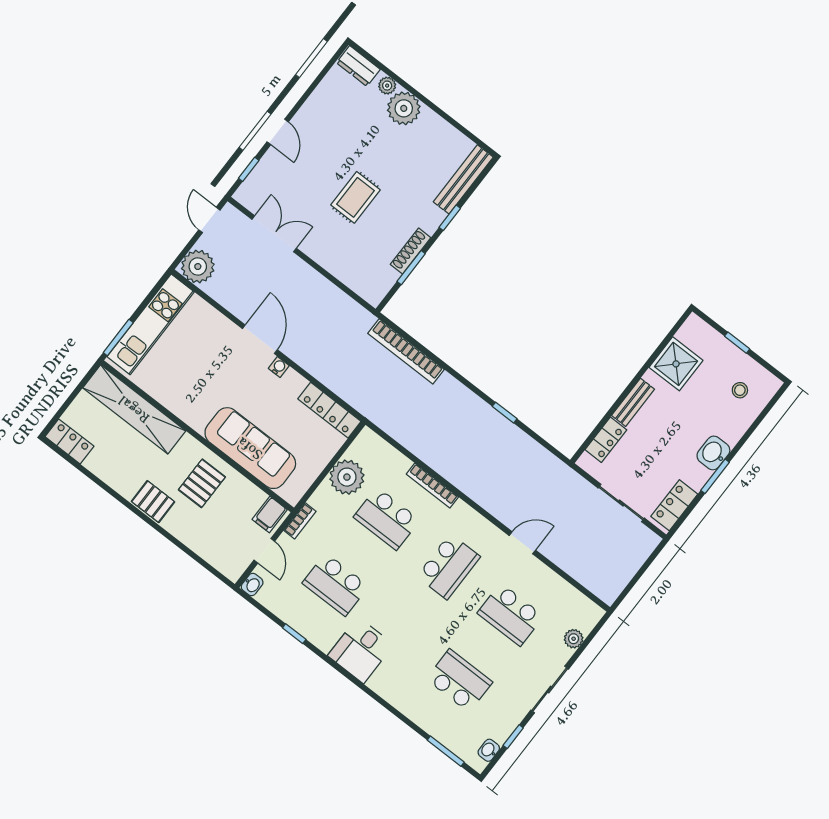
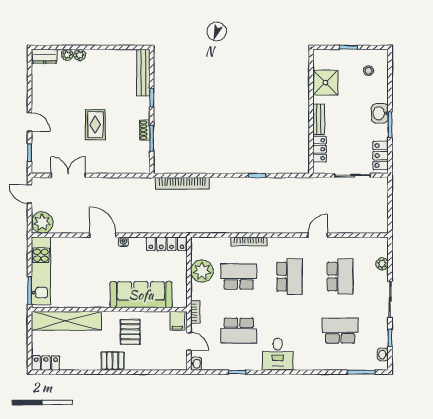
plant: (404, 108) -> (80, 55), width x0.53, depth x0.53
shoe rack: (411, 251) -> (145, 130), width x0.70
school desk: (387, 519) -> (239, 277), turned 180
school desk: (510, 615) -> (340, 277), turned -90

